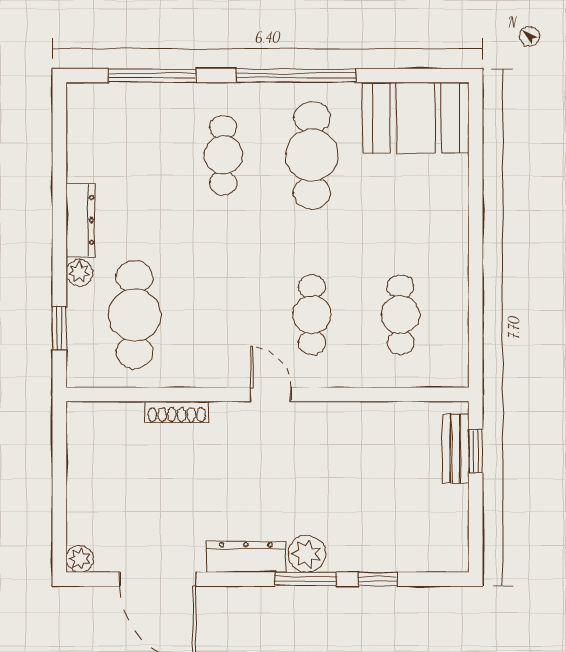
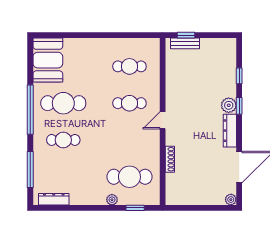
dresser: (80, 220) -> (54, 199), moved
window: (305, 579) -> (239, 106), width x0.67

